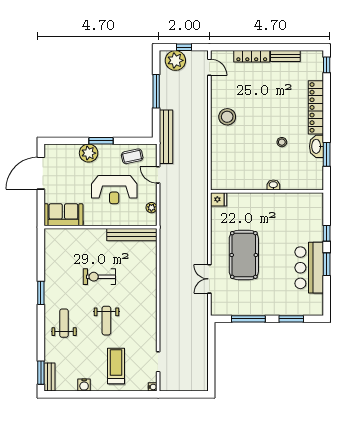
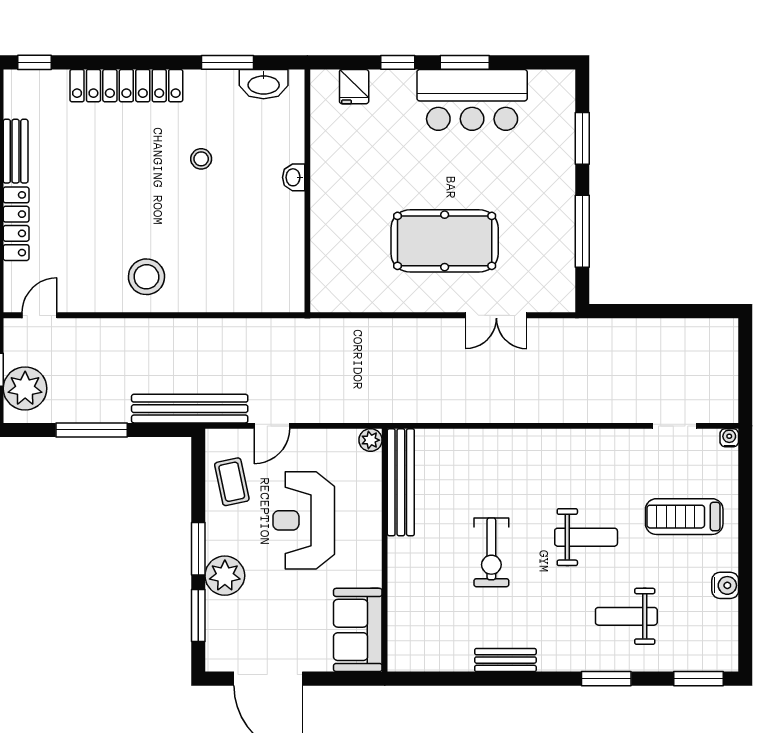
window: (70, 141) -> (198, 615), added
washbasin: (316, 146) -> (264, 84), moved
reception desk: (114, 190) -> (304, 520), turned 180
fridge: (219, 199) -> (354, 87), moved, turned 180
plant: (151, 208) -> (370, 440), moved
window: (41, 293) -> (606, 679), moved
weight bench: (64, 323) -> (626, 616), moved
bench: (49, 377) -> (505, 660), moved

